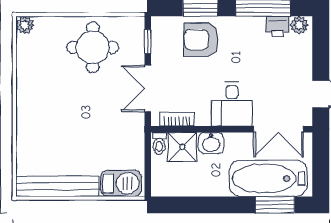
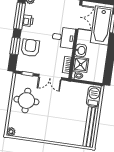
printer: (277, 26) -> (28, 21), moved
armchair: (201, 40) -> (30, 48), turned 180

